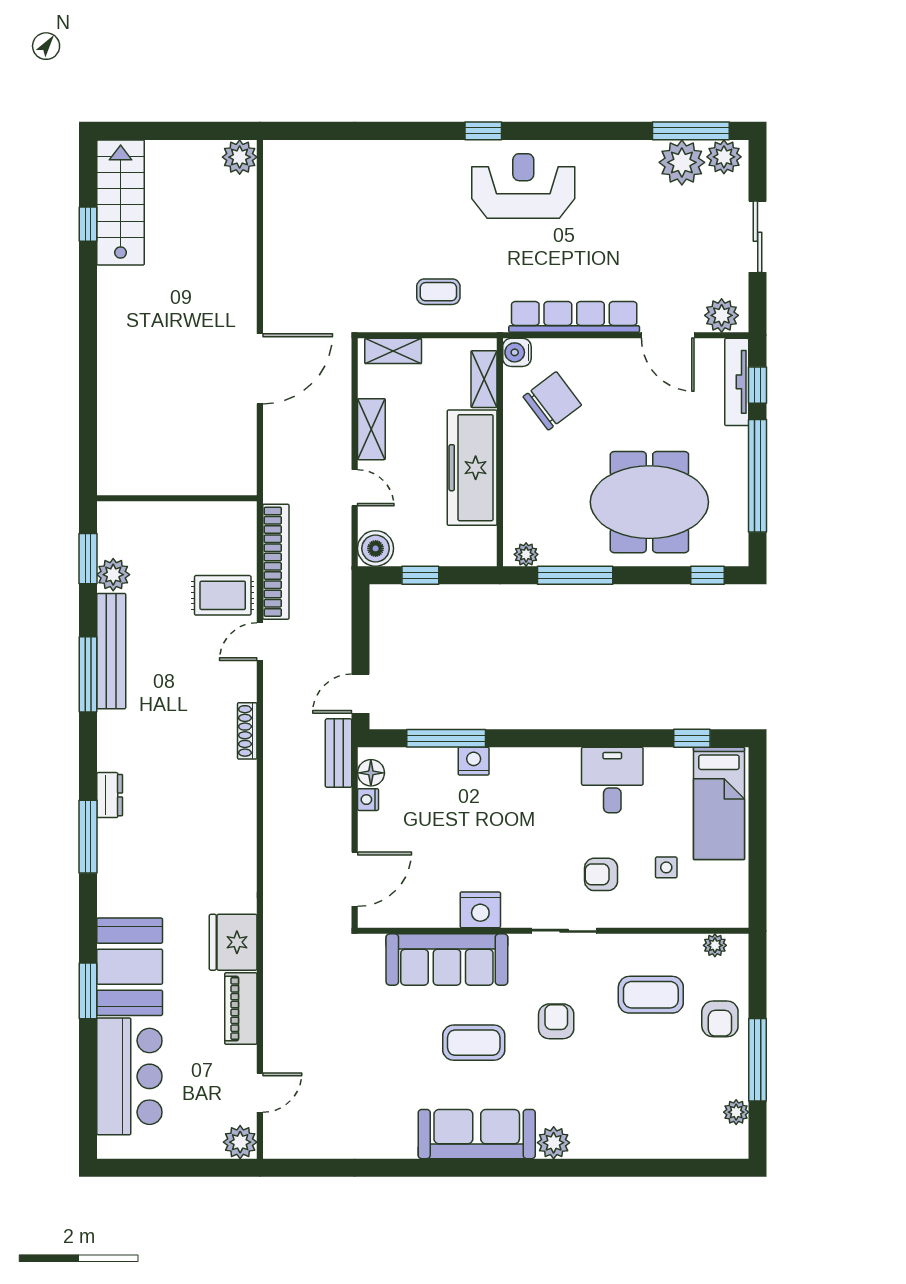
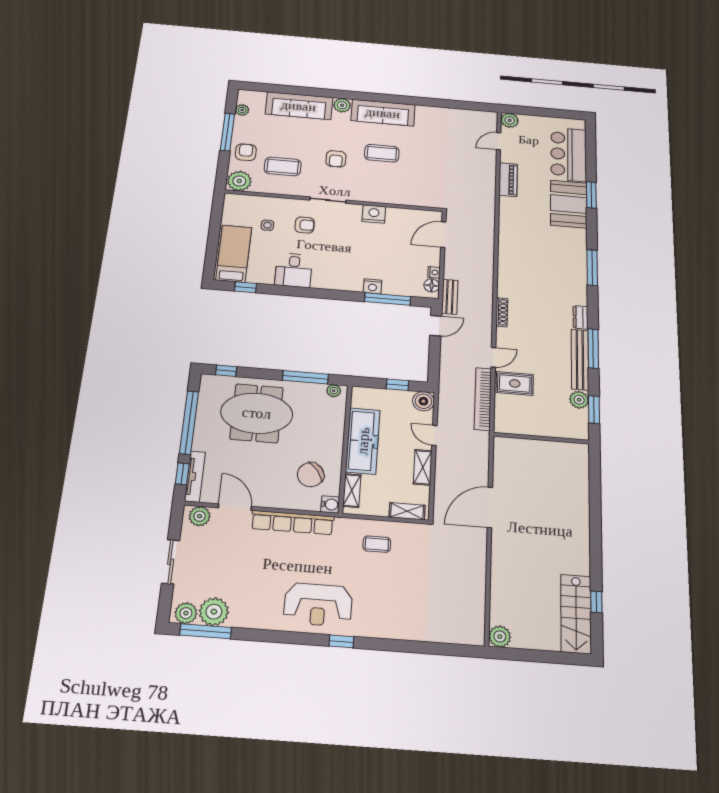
dresser: (110, 795) -> (581, 317), moved
fridge: (233, 942) -> (512, 211), removed
plant: (715, 945) -> (239, 181), width x1.88, depth x1.88
sofa: (447, 960) -> (299, 106), moved, turned 180

